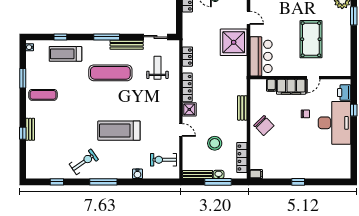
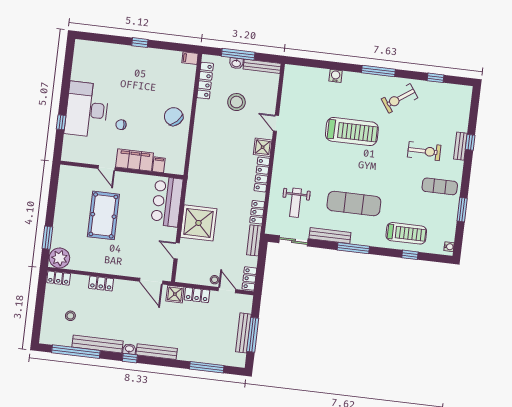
door: (313, 78) -> (106, 168), swing flipped
printer: (344, 93) -> (70, 145), removed
bench: (242, 108) -> (254, 240), moved
exercise bike: (163, 160) -> (424, 151), moved

